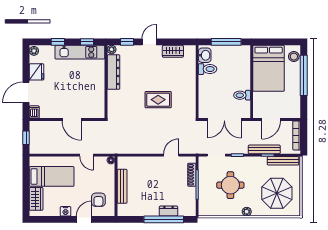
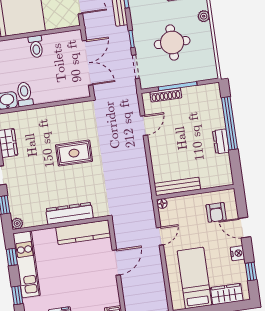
dresser: (113, 72) -> (69, 213), moved
toilet: (242, 95) -> (36, 47), moved
kitchen counter: (98, 98) -> (83, 232), added
rug: (158, 100) -> (74, 153), turned 90
door: (171, 155) -> (144, 125), swing flipped
bench: (122, 186) -> (177, 186), moved
armchair: (98, 200) -> (216, 212), turned 90
dresser: (169, 211) -> (221, 141), moved
window: (50, 219) -> (251, 272), added

